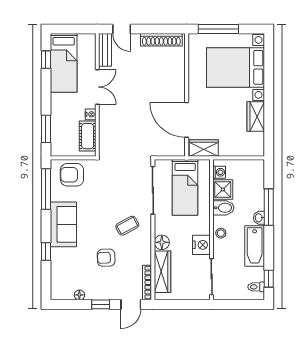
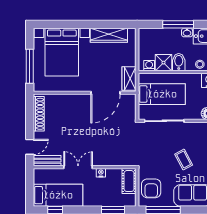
wardrobe: (256, 117) -> (109, 35), width x1.50
cot: (88, 136) -> (129, 181), moved, turned 90
coffee table: (127, 226) -> (184, 160), moved

